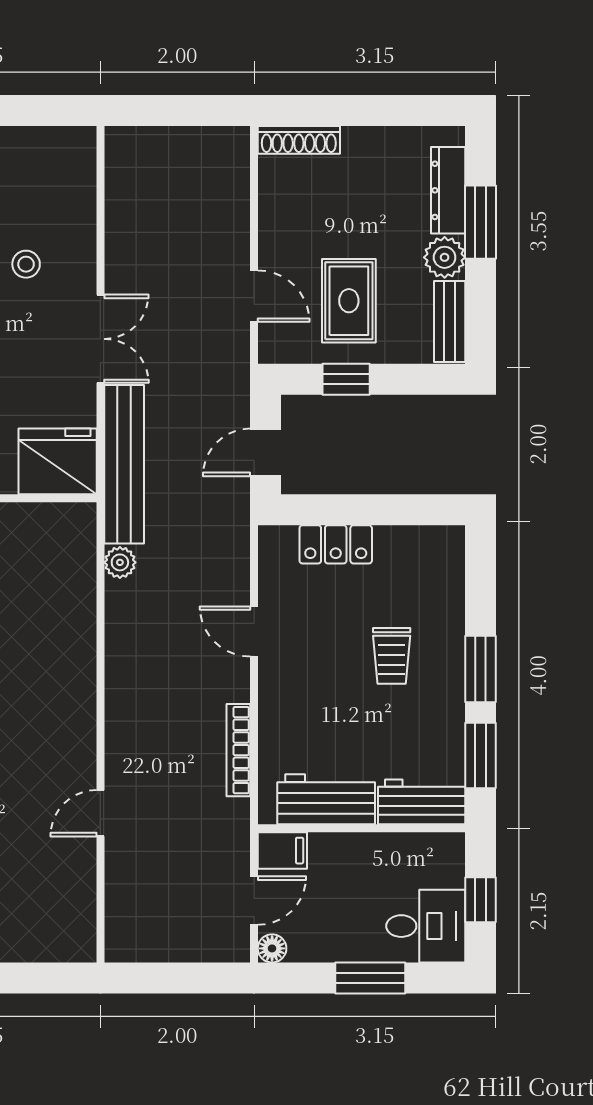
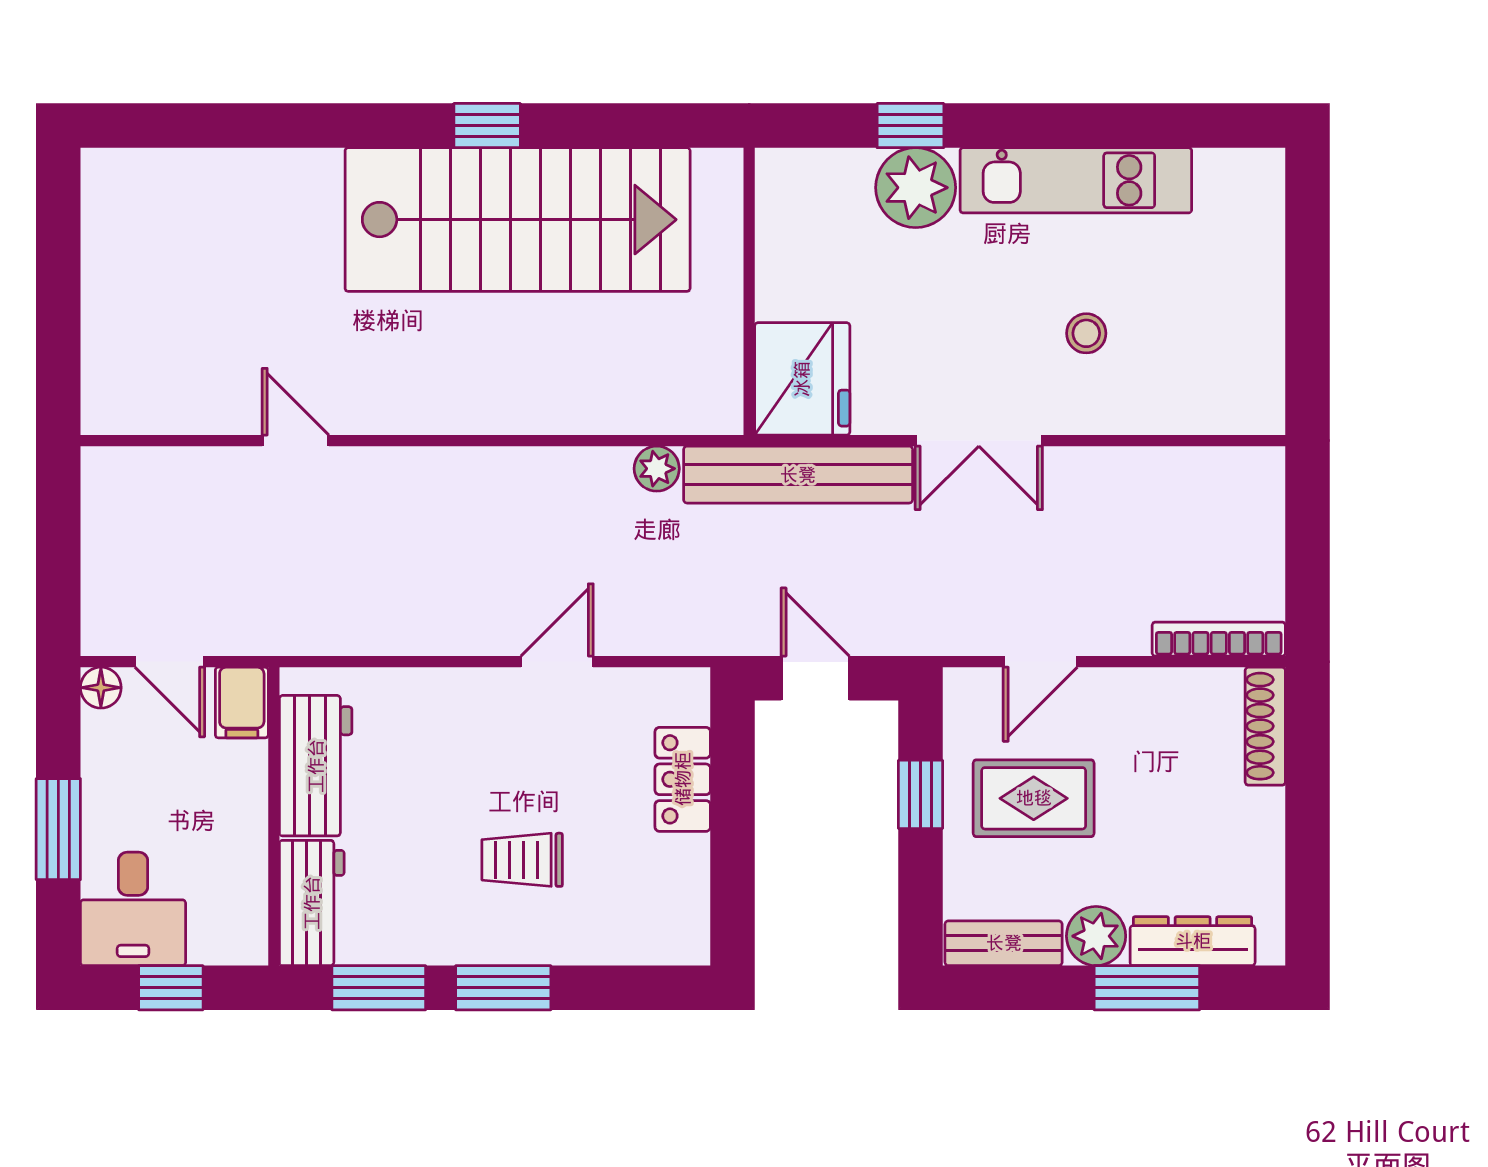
bookcase: (238, 750) -> (1219, 639), moved

